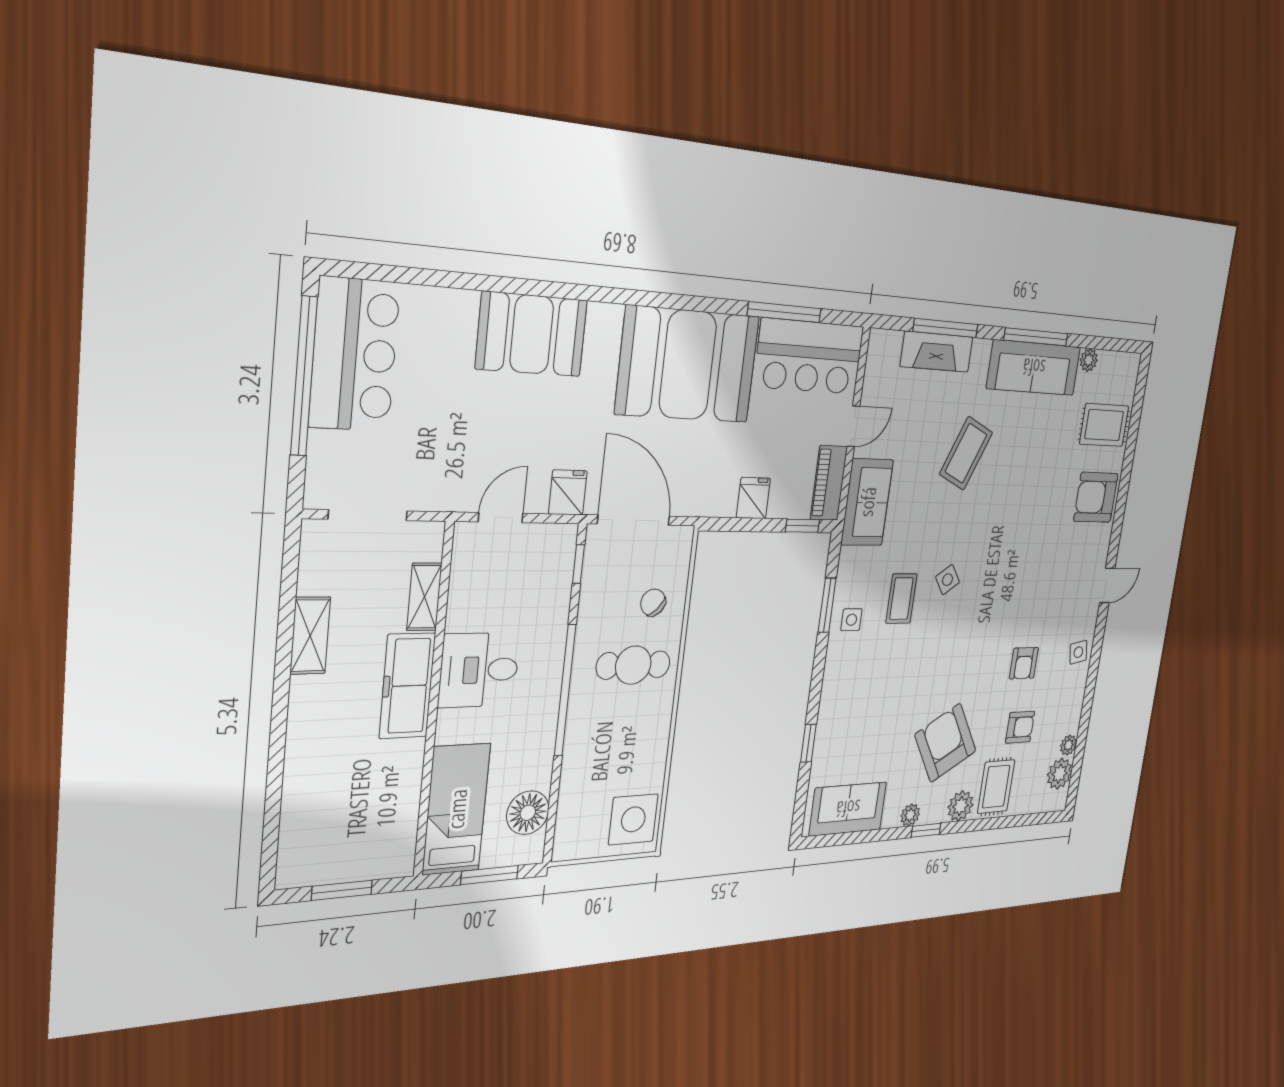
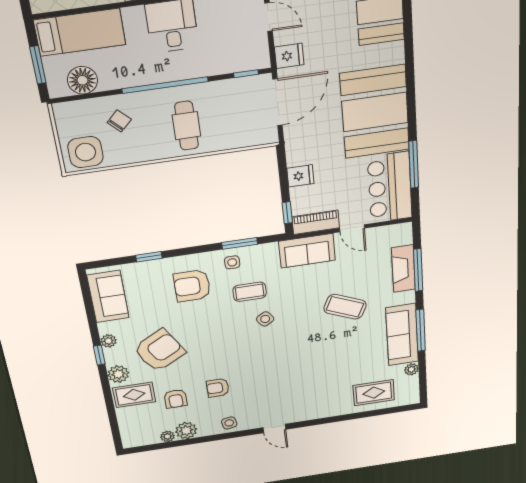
rug: (1104, 425) -> (374, 393), turned 90
armchair: (1096, 497) -> (192, 286), moved, turned -90
chair: (653, 602) -> (119, 121), moved
plant: (1060, 774) -> (186, 431), moved

